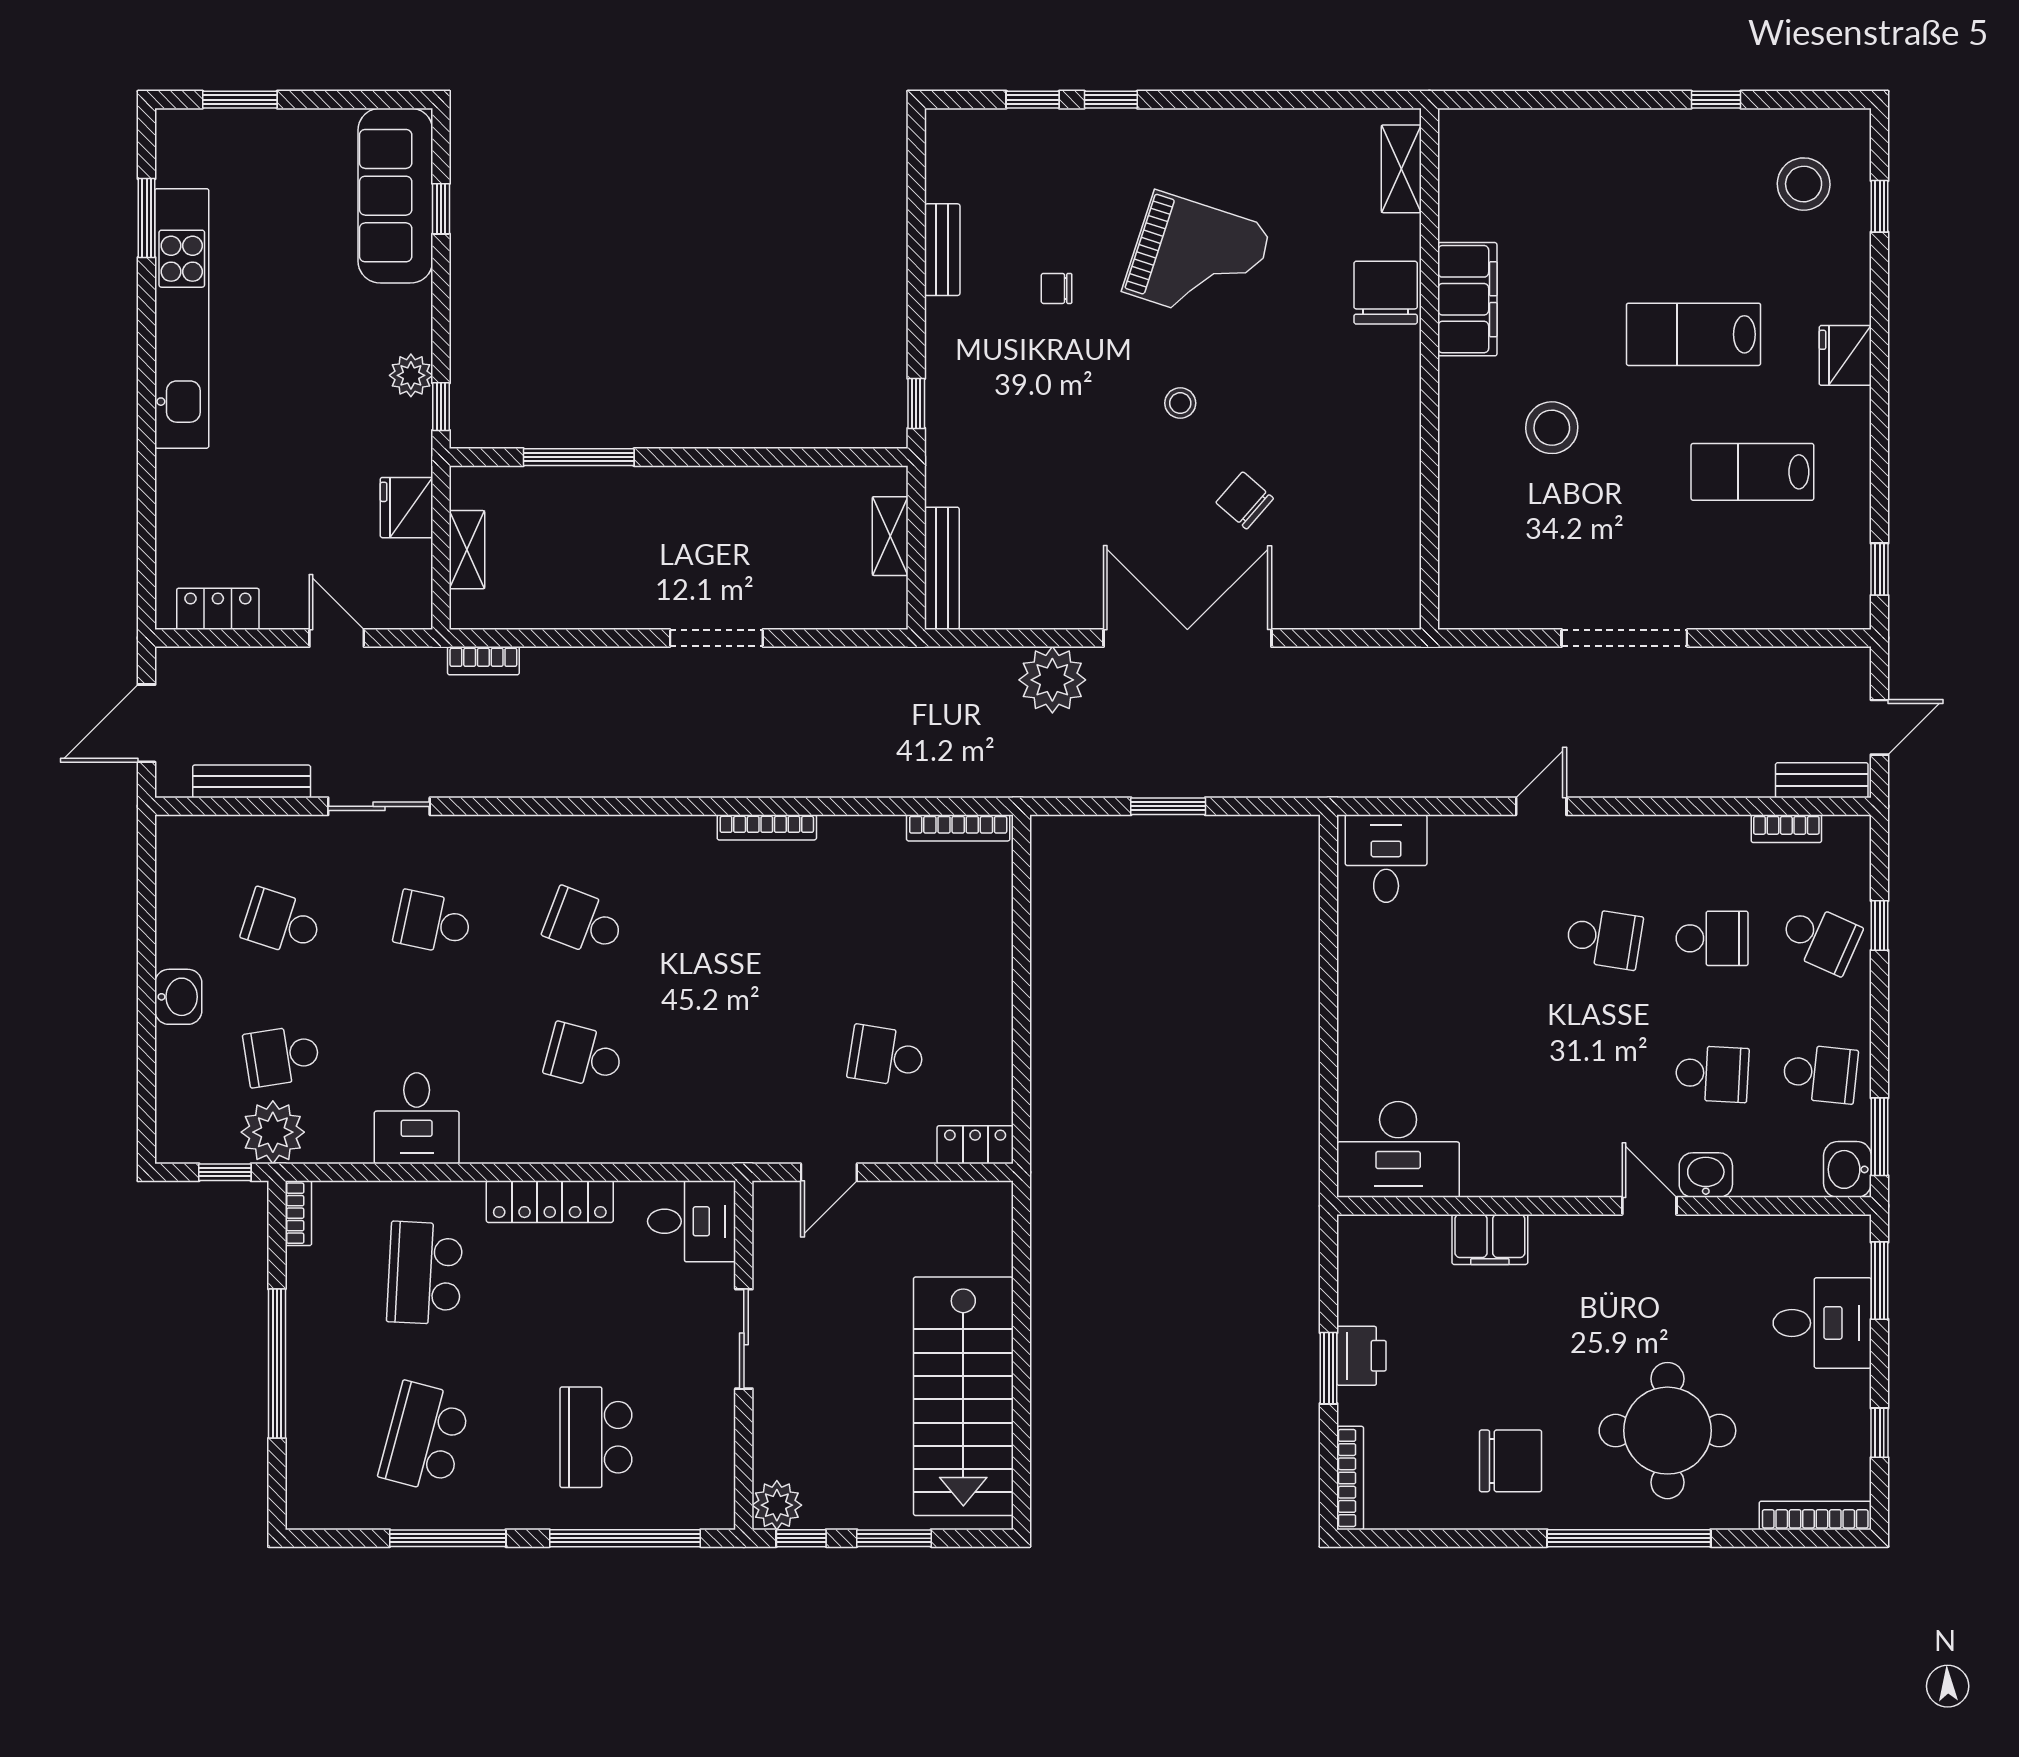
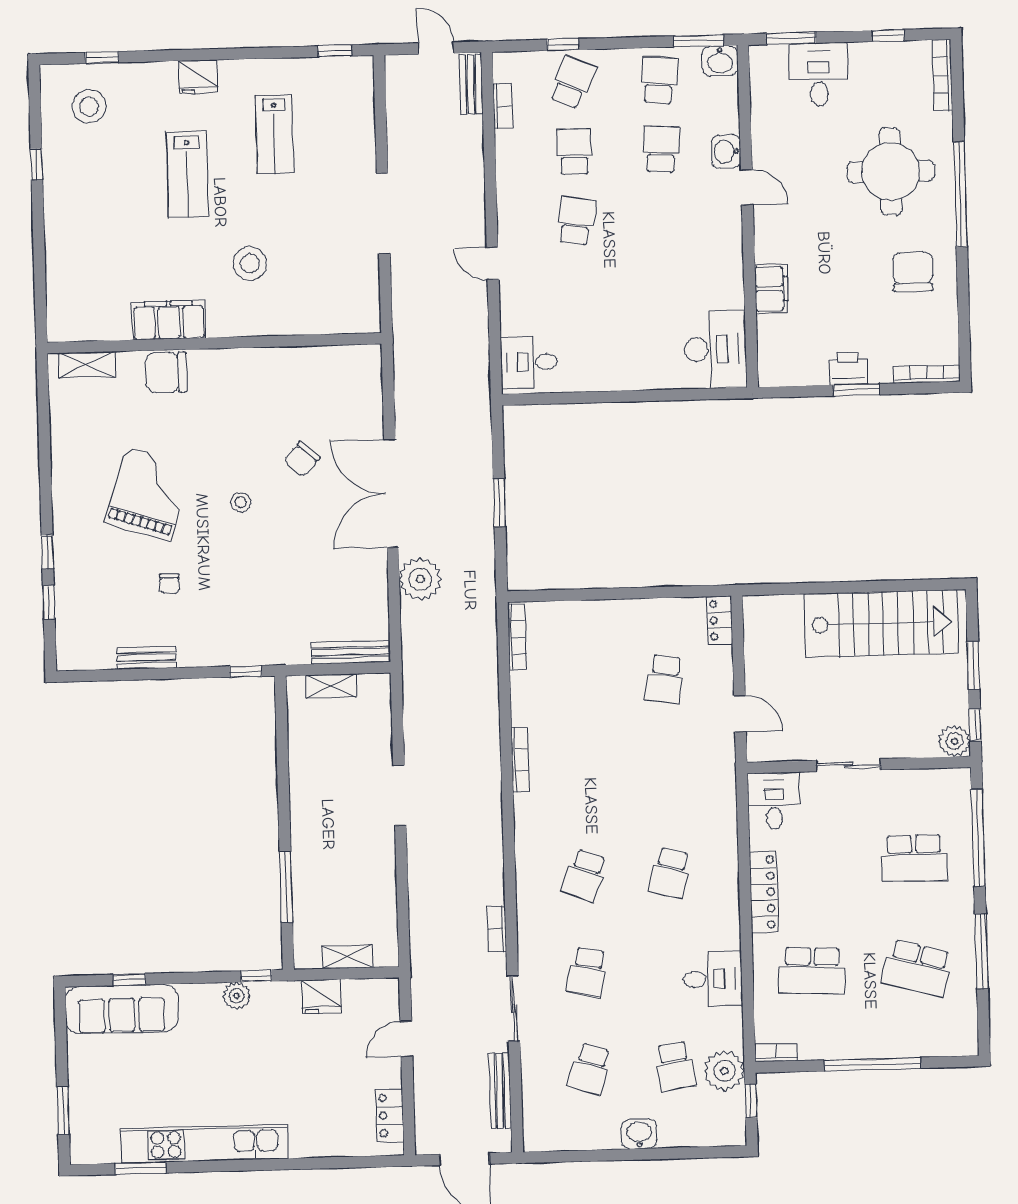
bookcase: (483, 661) -> (497, 929), moved, turned 180
door: (1649, 1206) -> (747, 187), swing flipped

